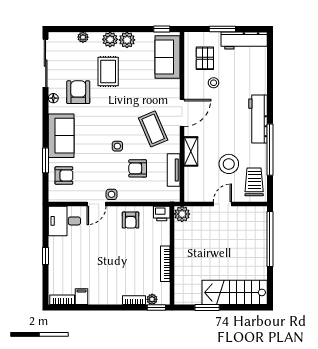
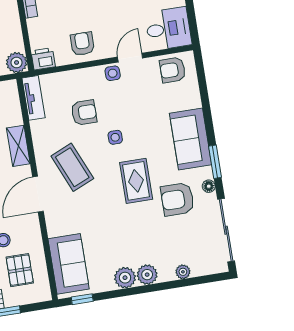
rug: (108, 71) -> (136, 181), moved
armchair: (78, 92) -> (177, 199), turned 90
window: (46, 160) -> (215, 162), moved
tv unit: (174, 170) -> (34, 98), moved
armchair: (64, 175) -> (173, 70), moved

